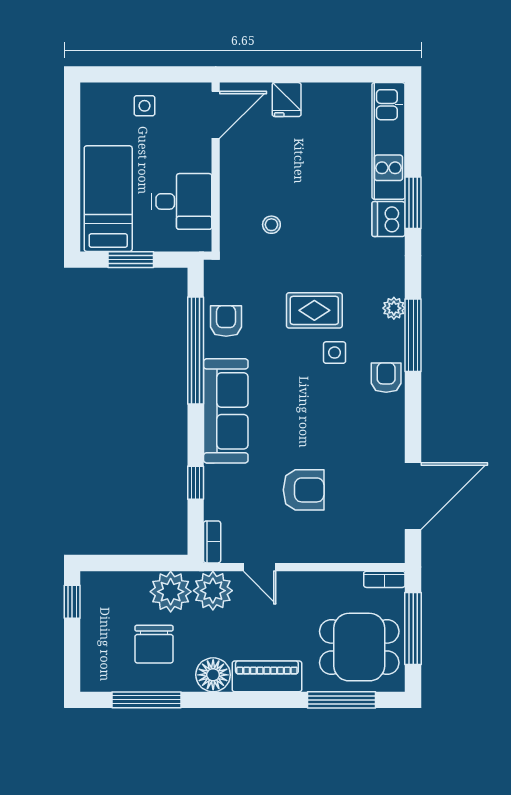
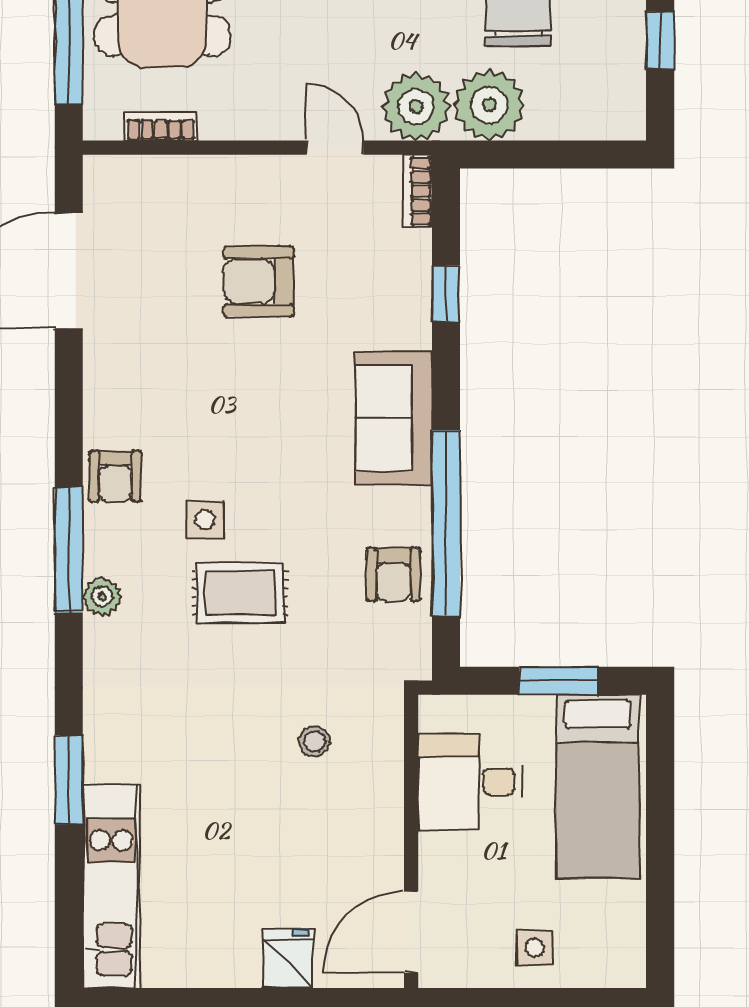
dishwasher: (389, 219) -> (111, 751), removed
sofa: (226, 411) -> (394, 418), width x0.73
bookcase: (384, 579) -> (161, 126), moved
window: (72, 602) -> (660, 40), moved

